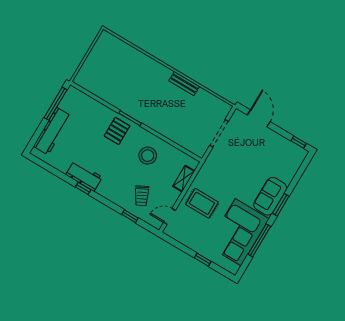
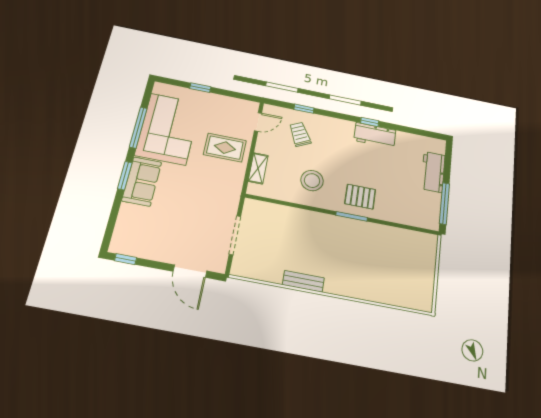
workbench: (52, 131) -> (433, 172), width x0.73
pallet: (117, 131) -> (360, 197), turned 90

